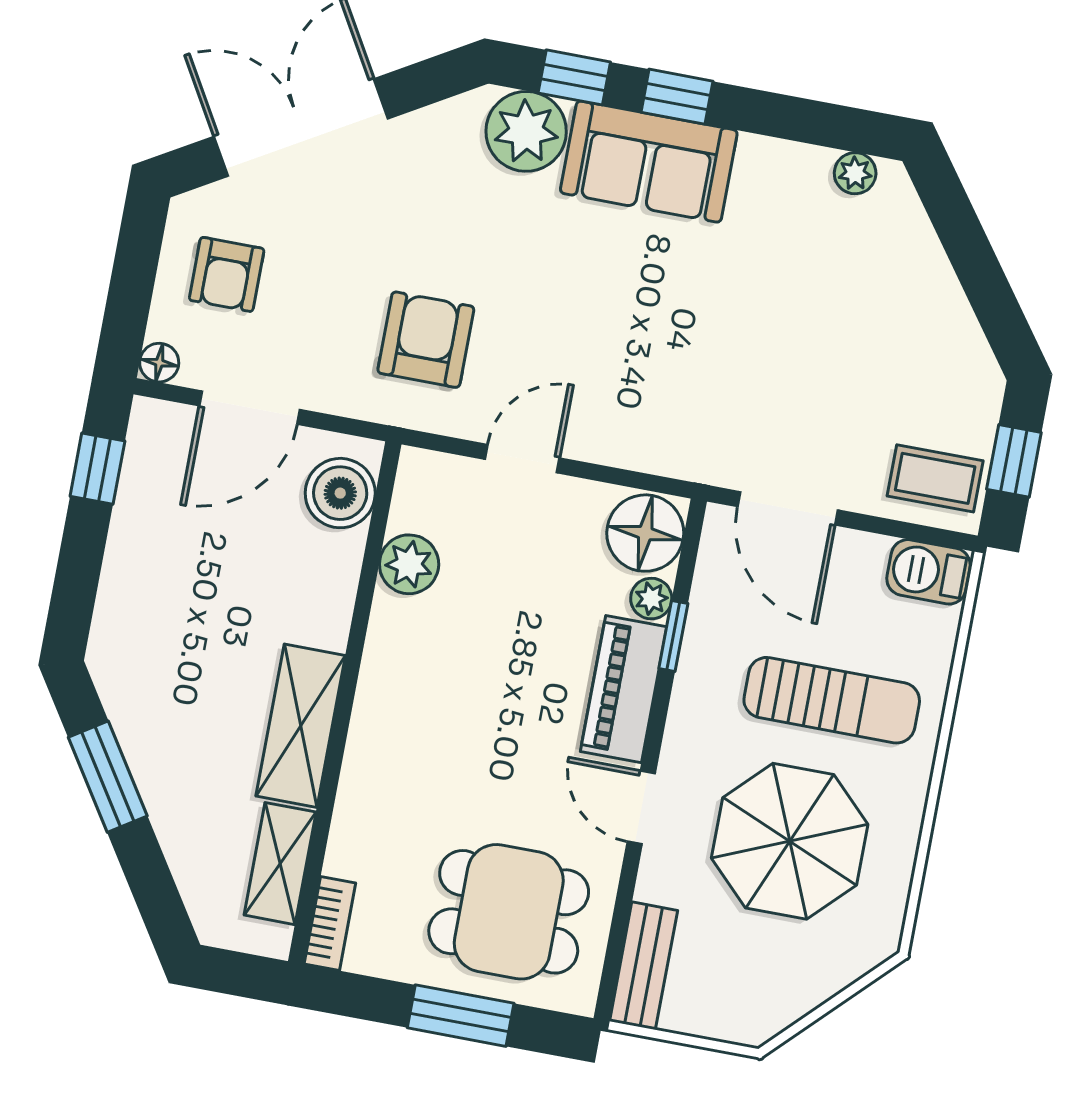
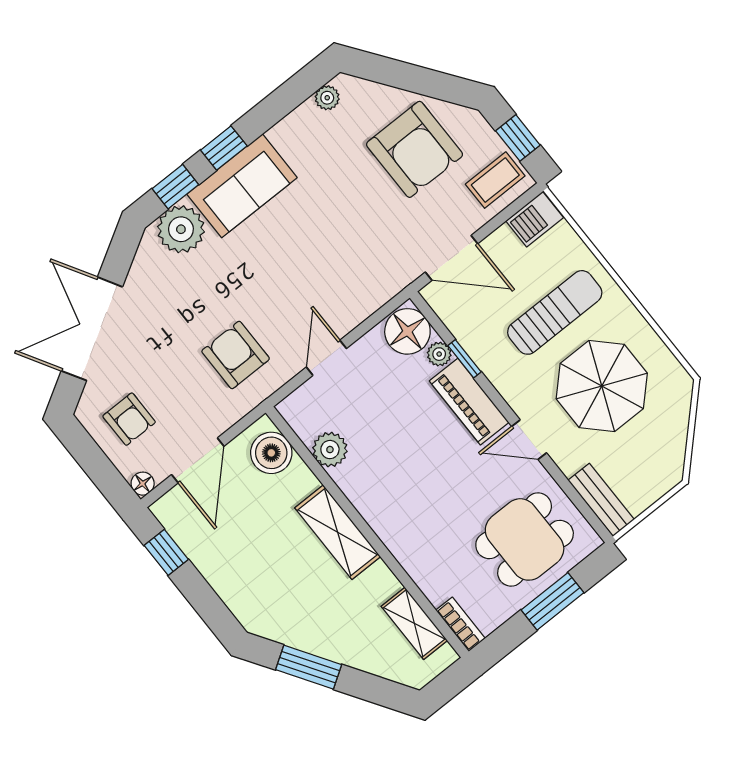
armchair: (885, 342) -> (415, 149), added
shelving: (301, 726) -> (338, 532), moved

